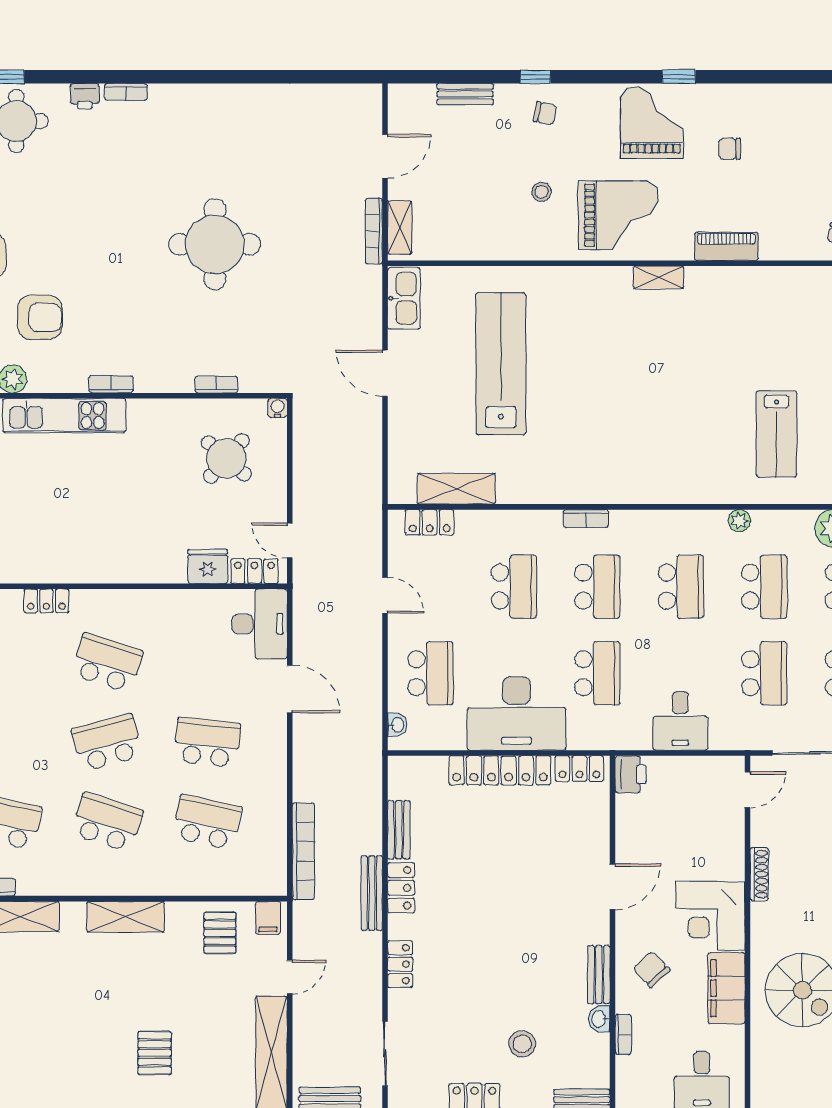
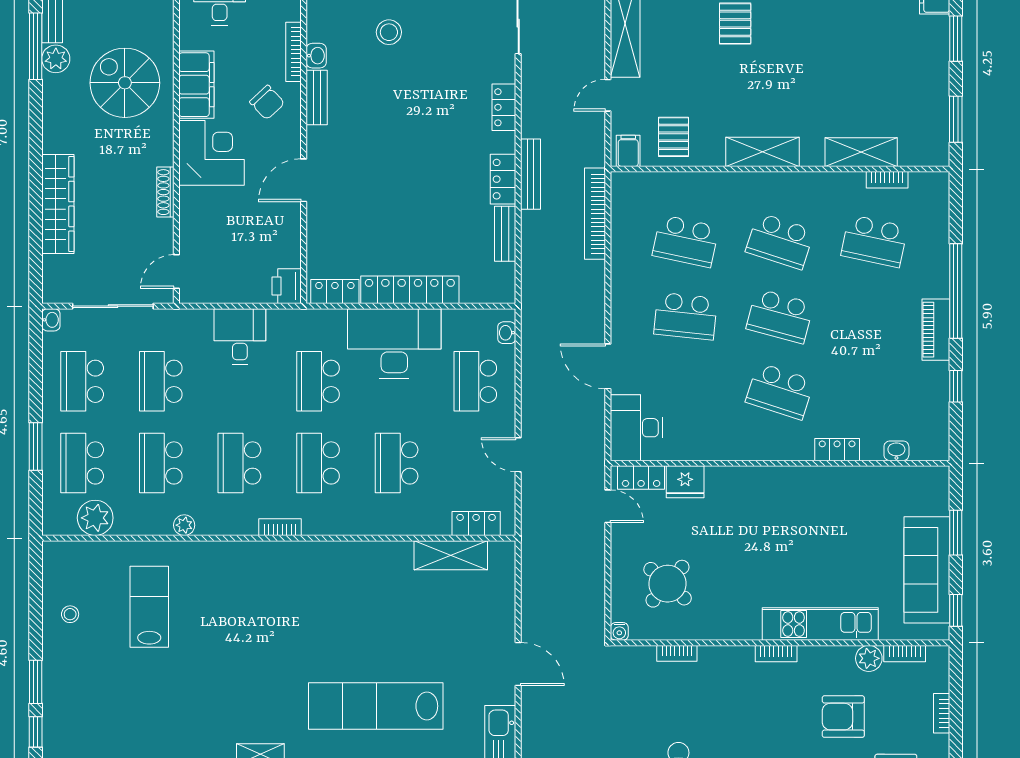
lab bench: (501, 364) -> (376, 706), moved, turned 90
bookcase: (586, 518) -> (280, 527), moved
school desk: (107, 742) -> (780, 316), turned 30
bookcase: (623, 1034) -> (294, 52), width x1.56

